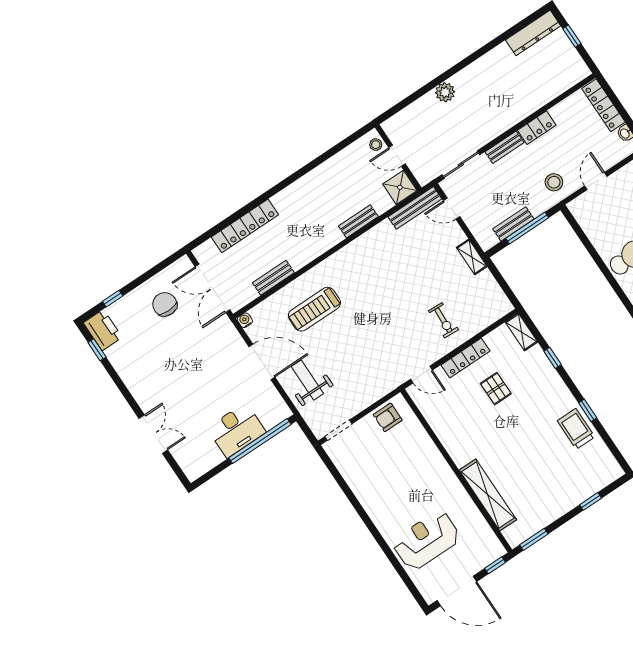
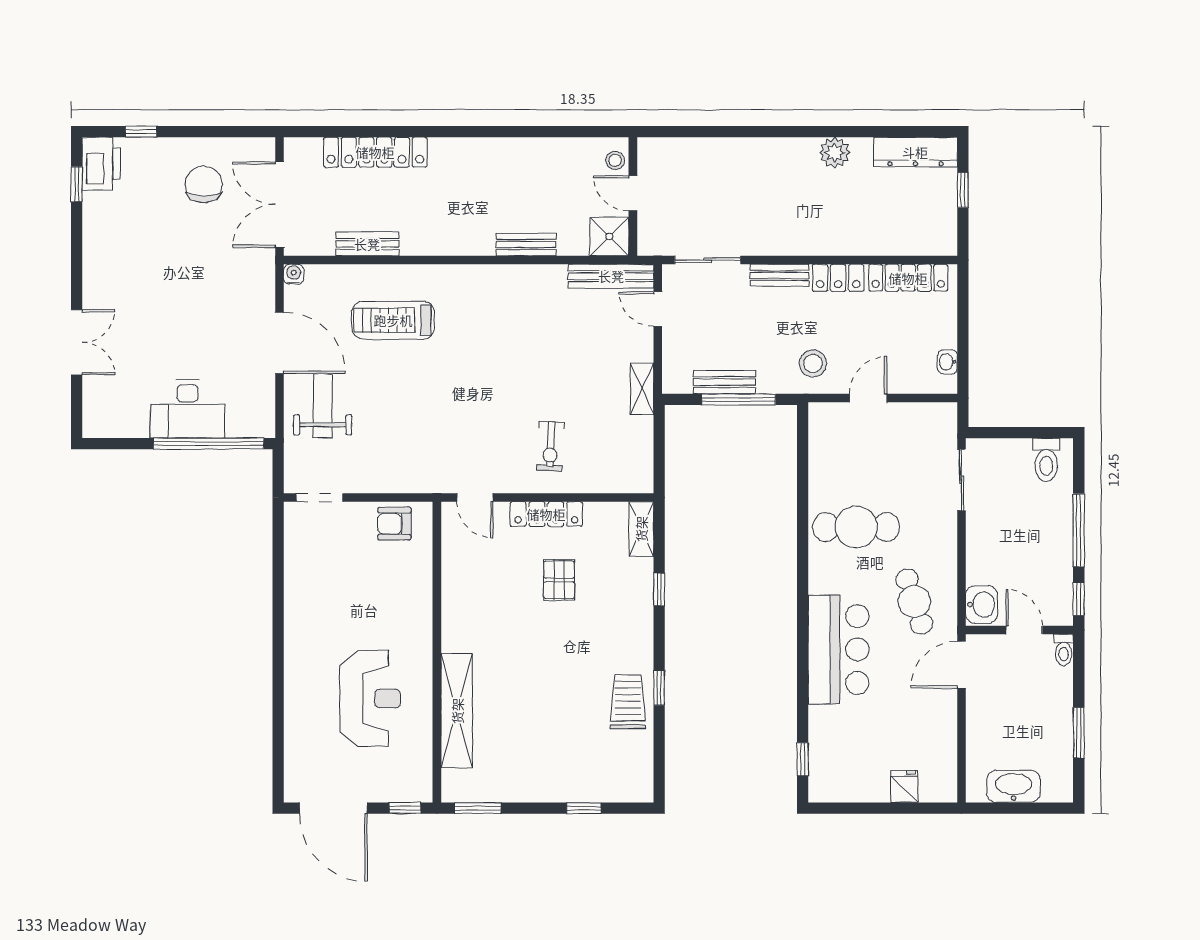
plant: (445, 92) -> (835, 153), moved
locker: (603, 105) -> (908, 278), moved, turned -90
reception desk: (426, 540) -> (370, 699), moved, turned 90

